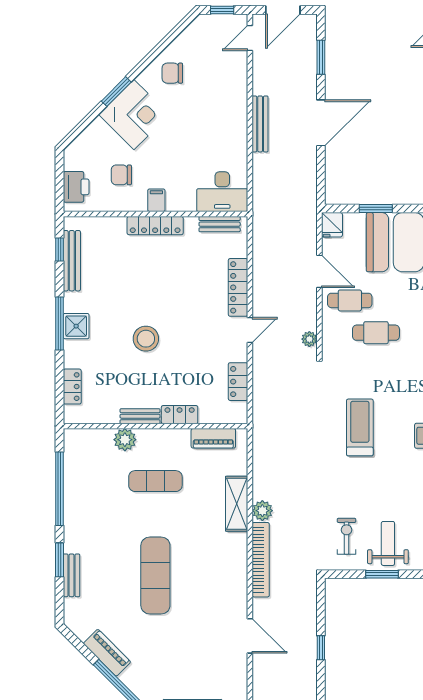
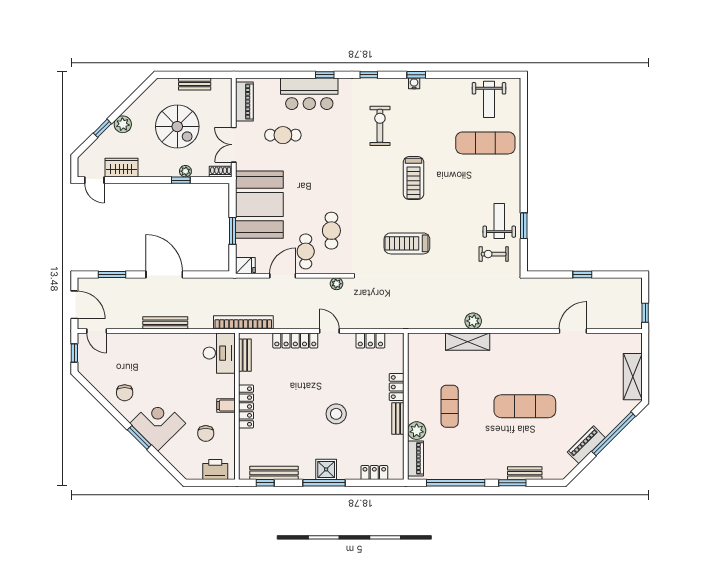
piano: (213, 438) -> (416, 458), moved
weight bench: (388, 543) -> (499, 221), turned 90
bookcase: (261, 560) -> (243, 322), moved

